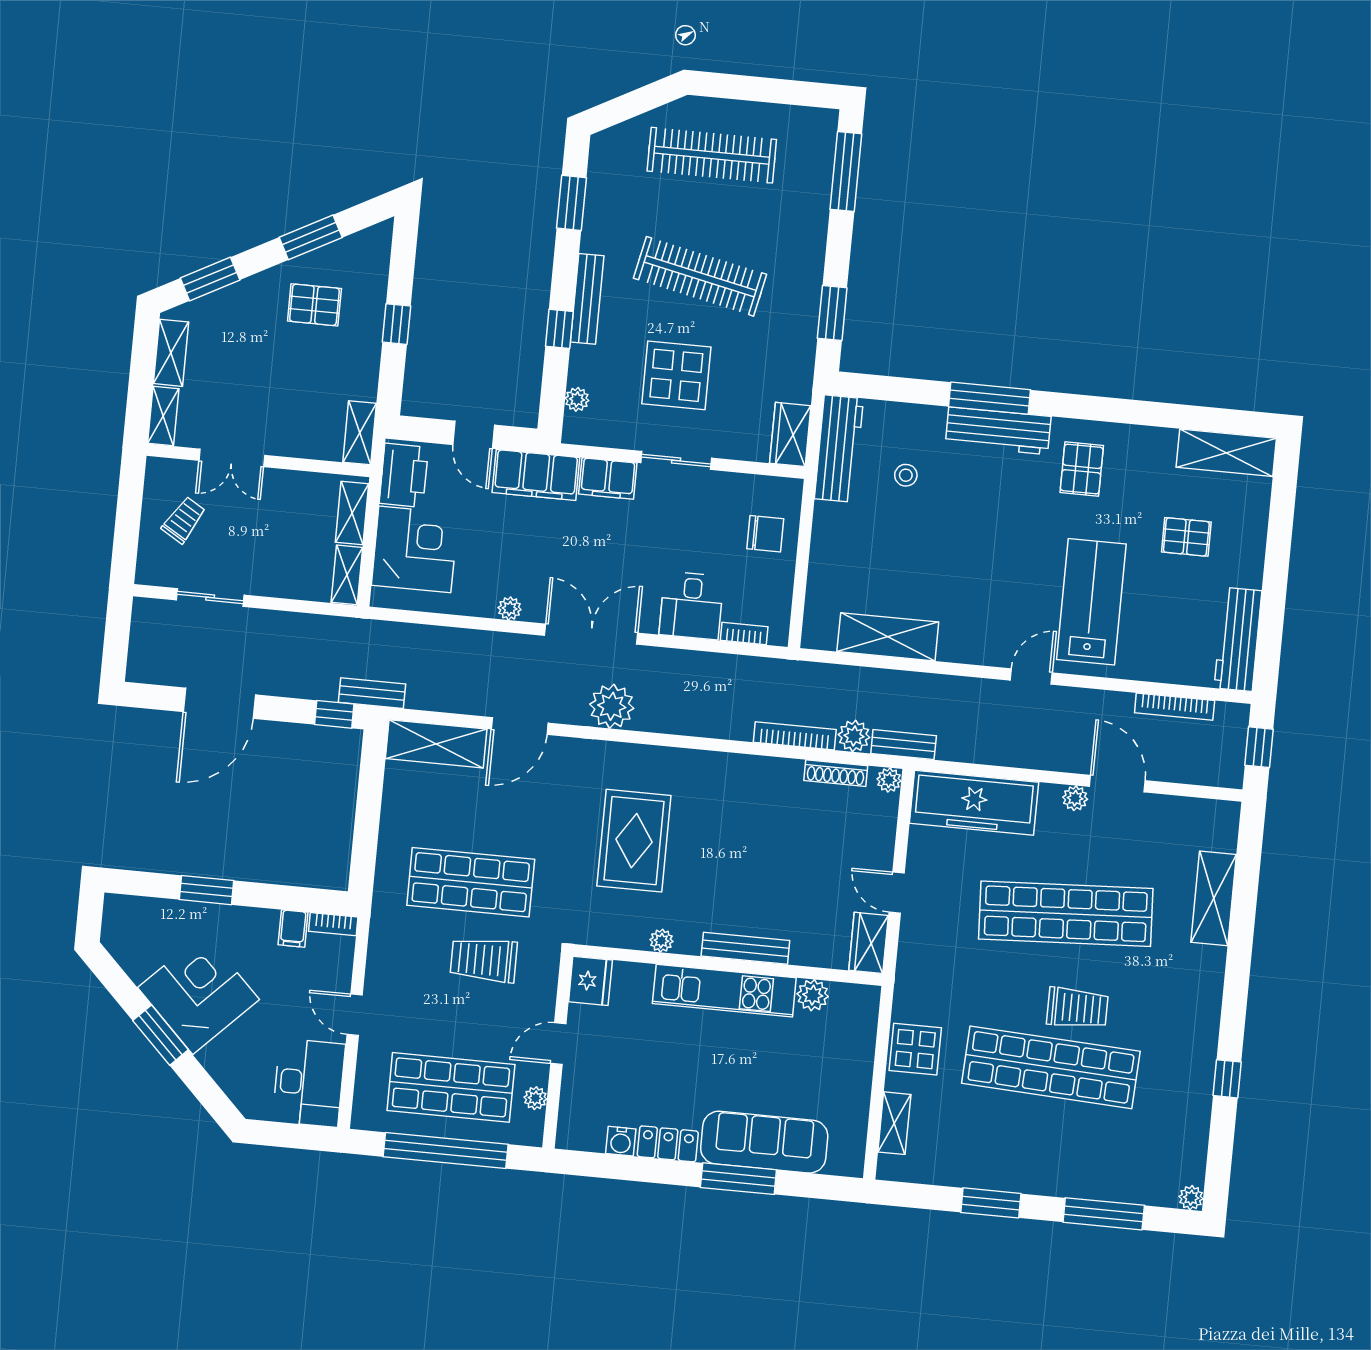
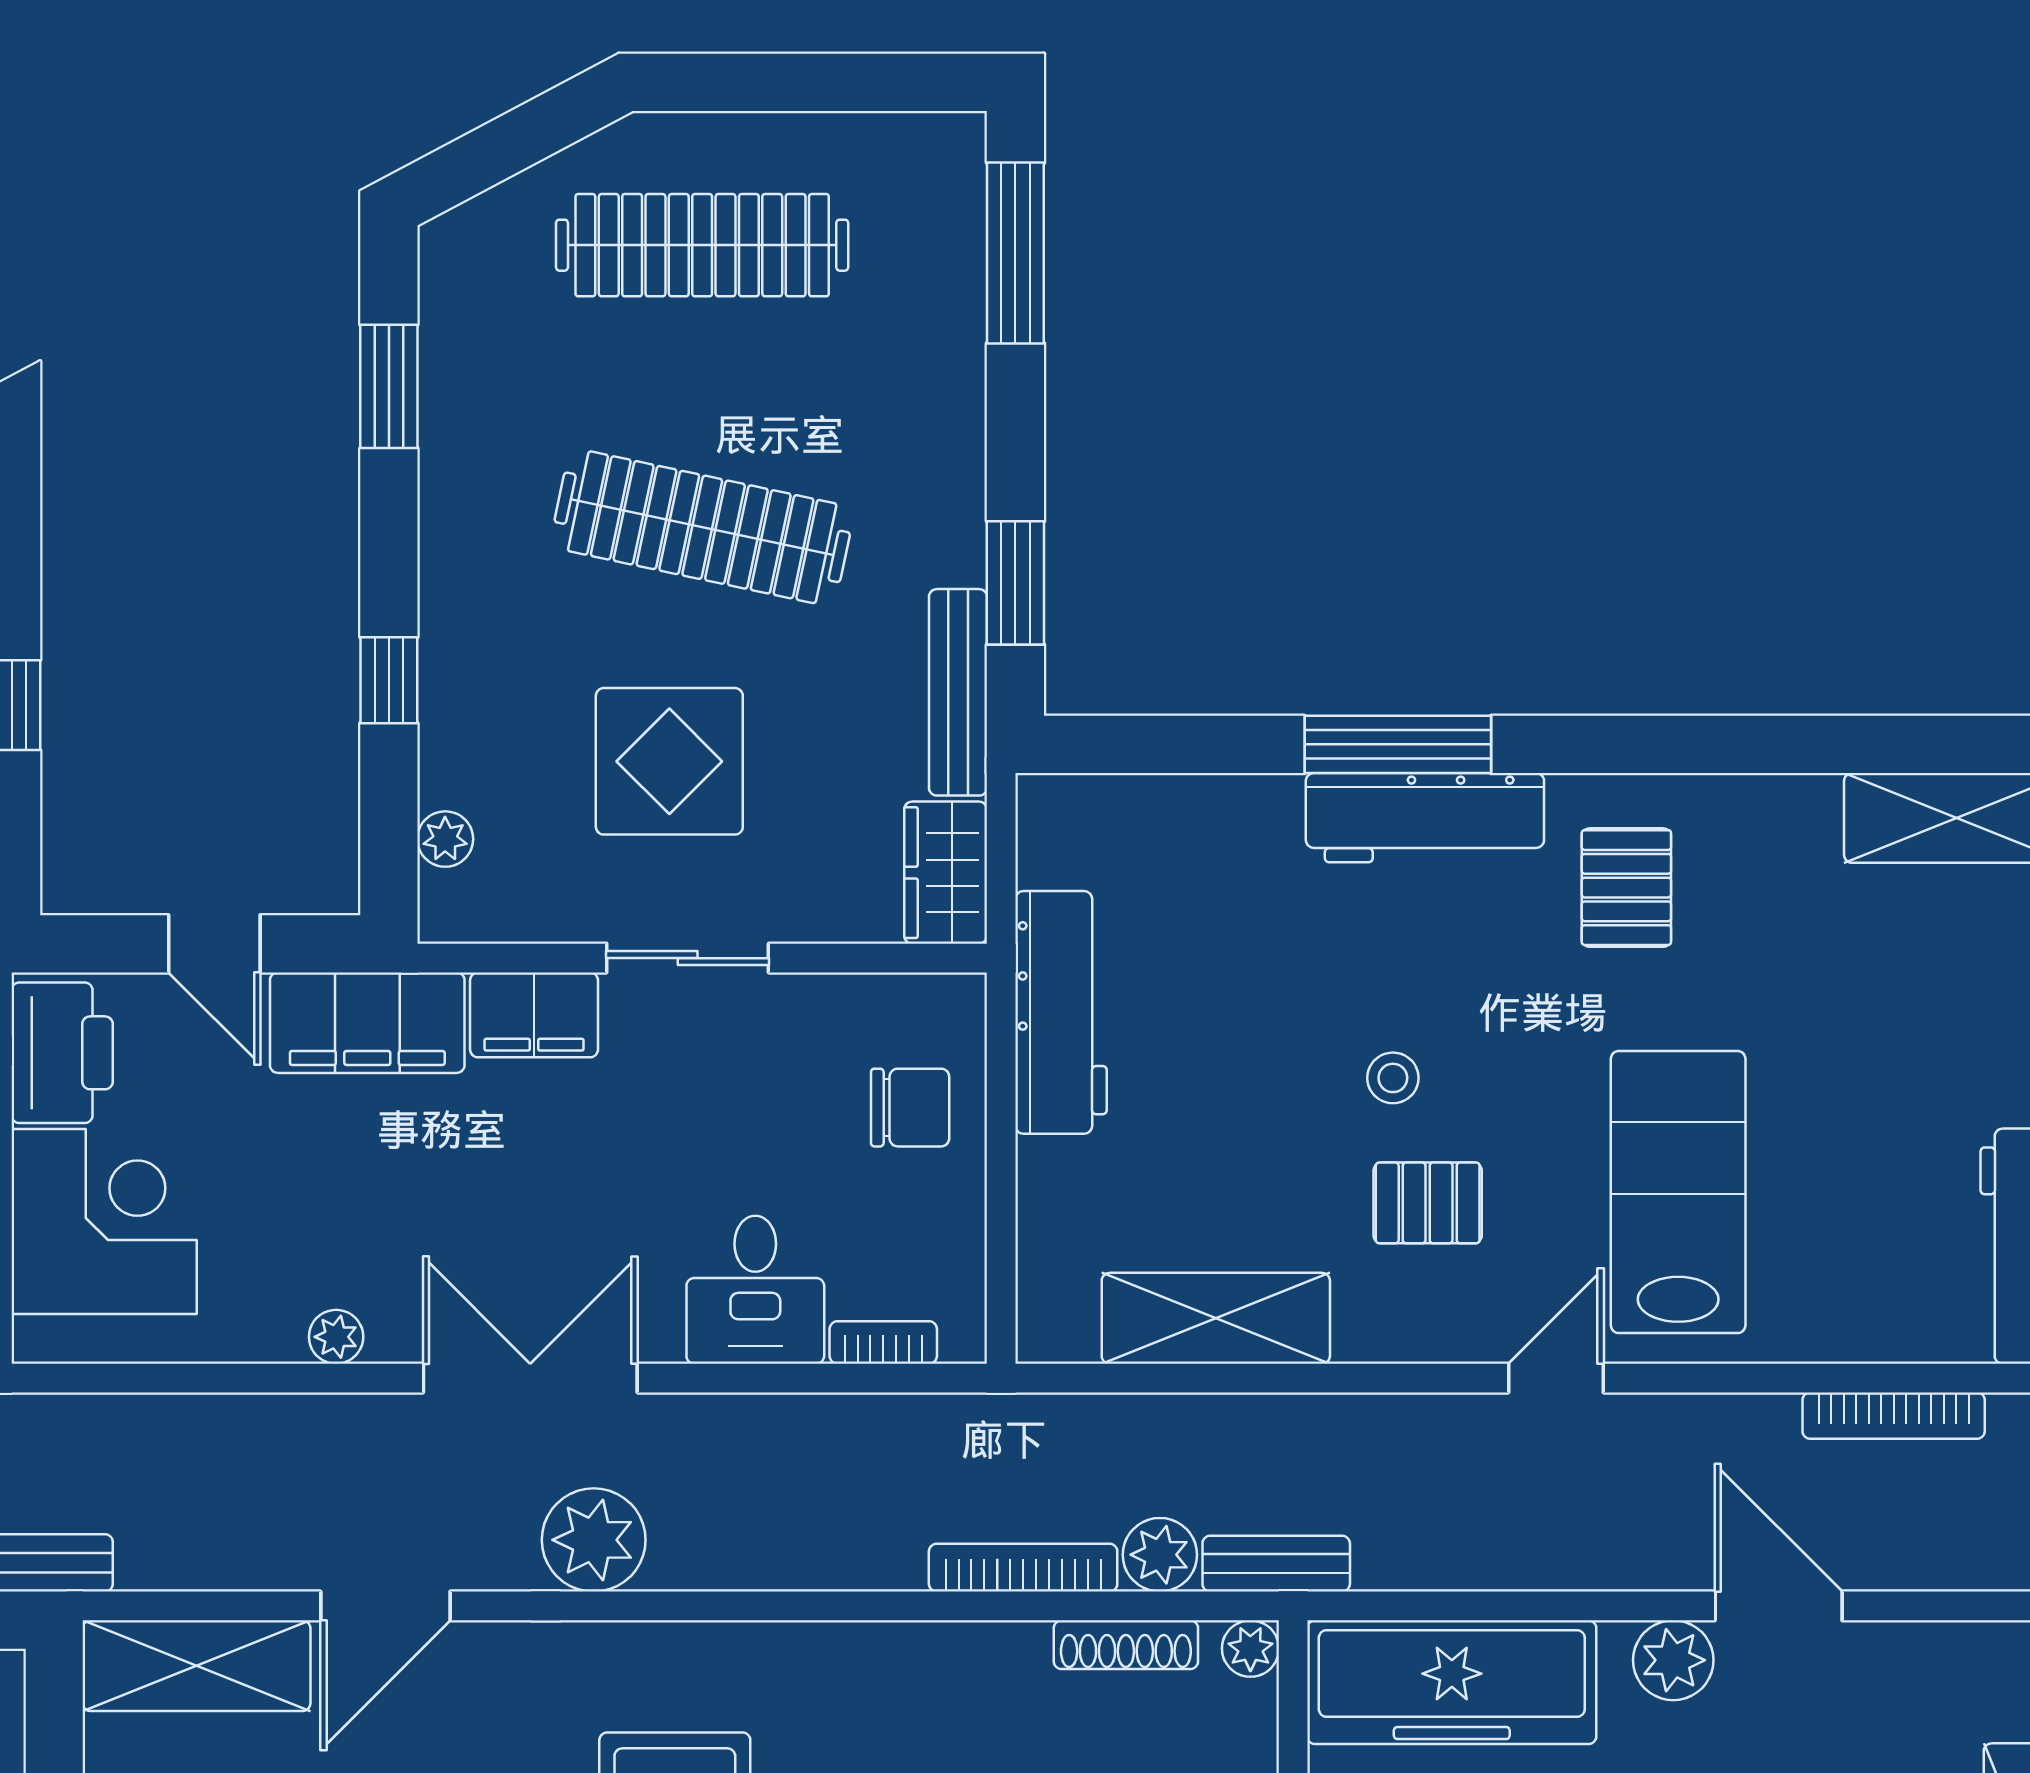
bench: (587, 299) -> (958, 692), moved
workbench: (839, 449) -> (1061, 1012), moved
stool: (906, 475) -> (1393, 1078), moved
pallet: (1186, 537) -> (1428, 1203), moved
plant: (1075, 798) -> (1673, 1660), width x1.38, depth x1.38

